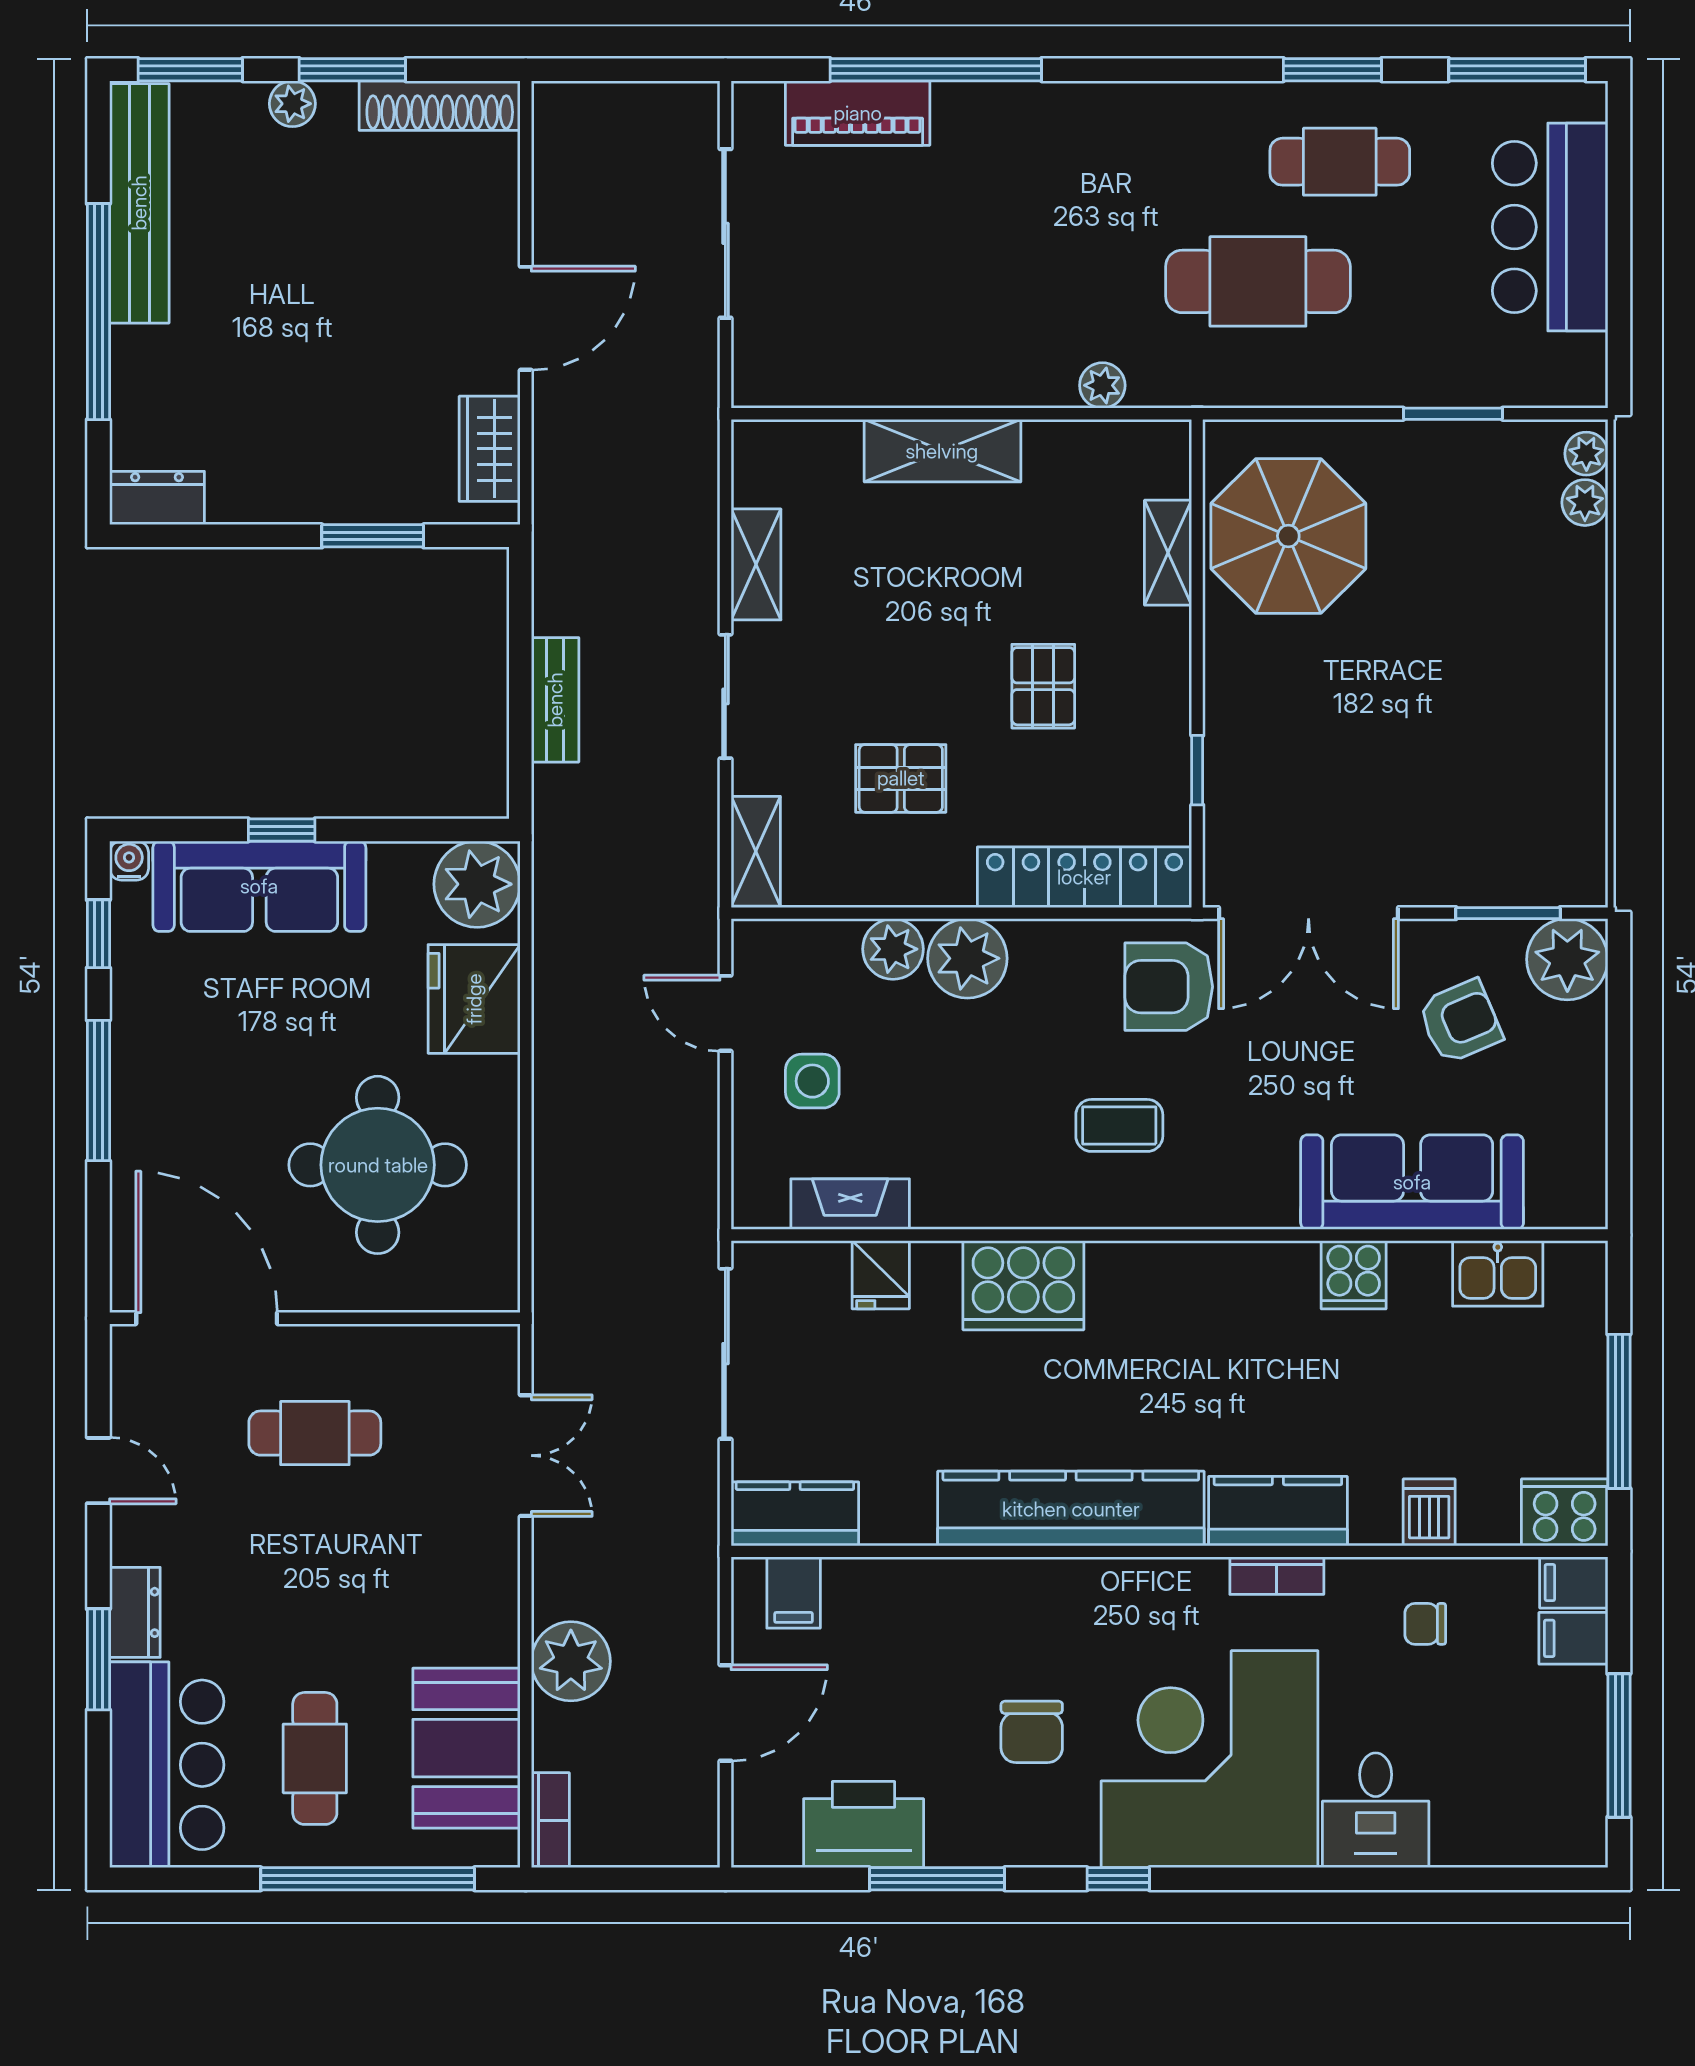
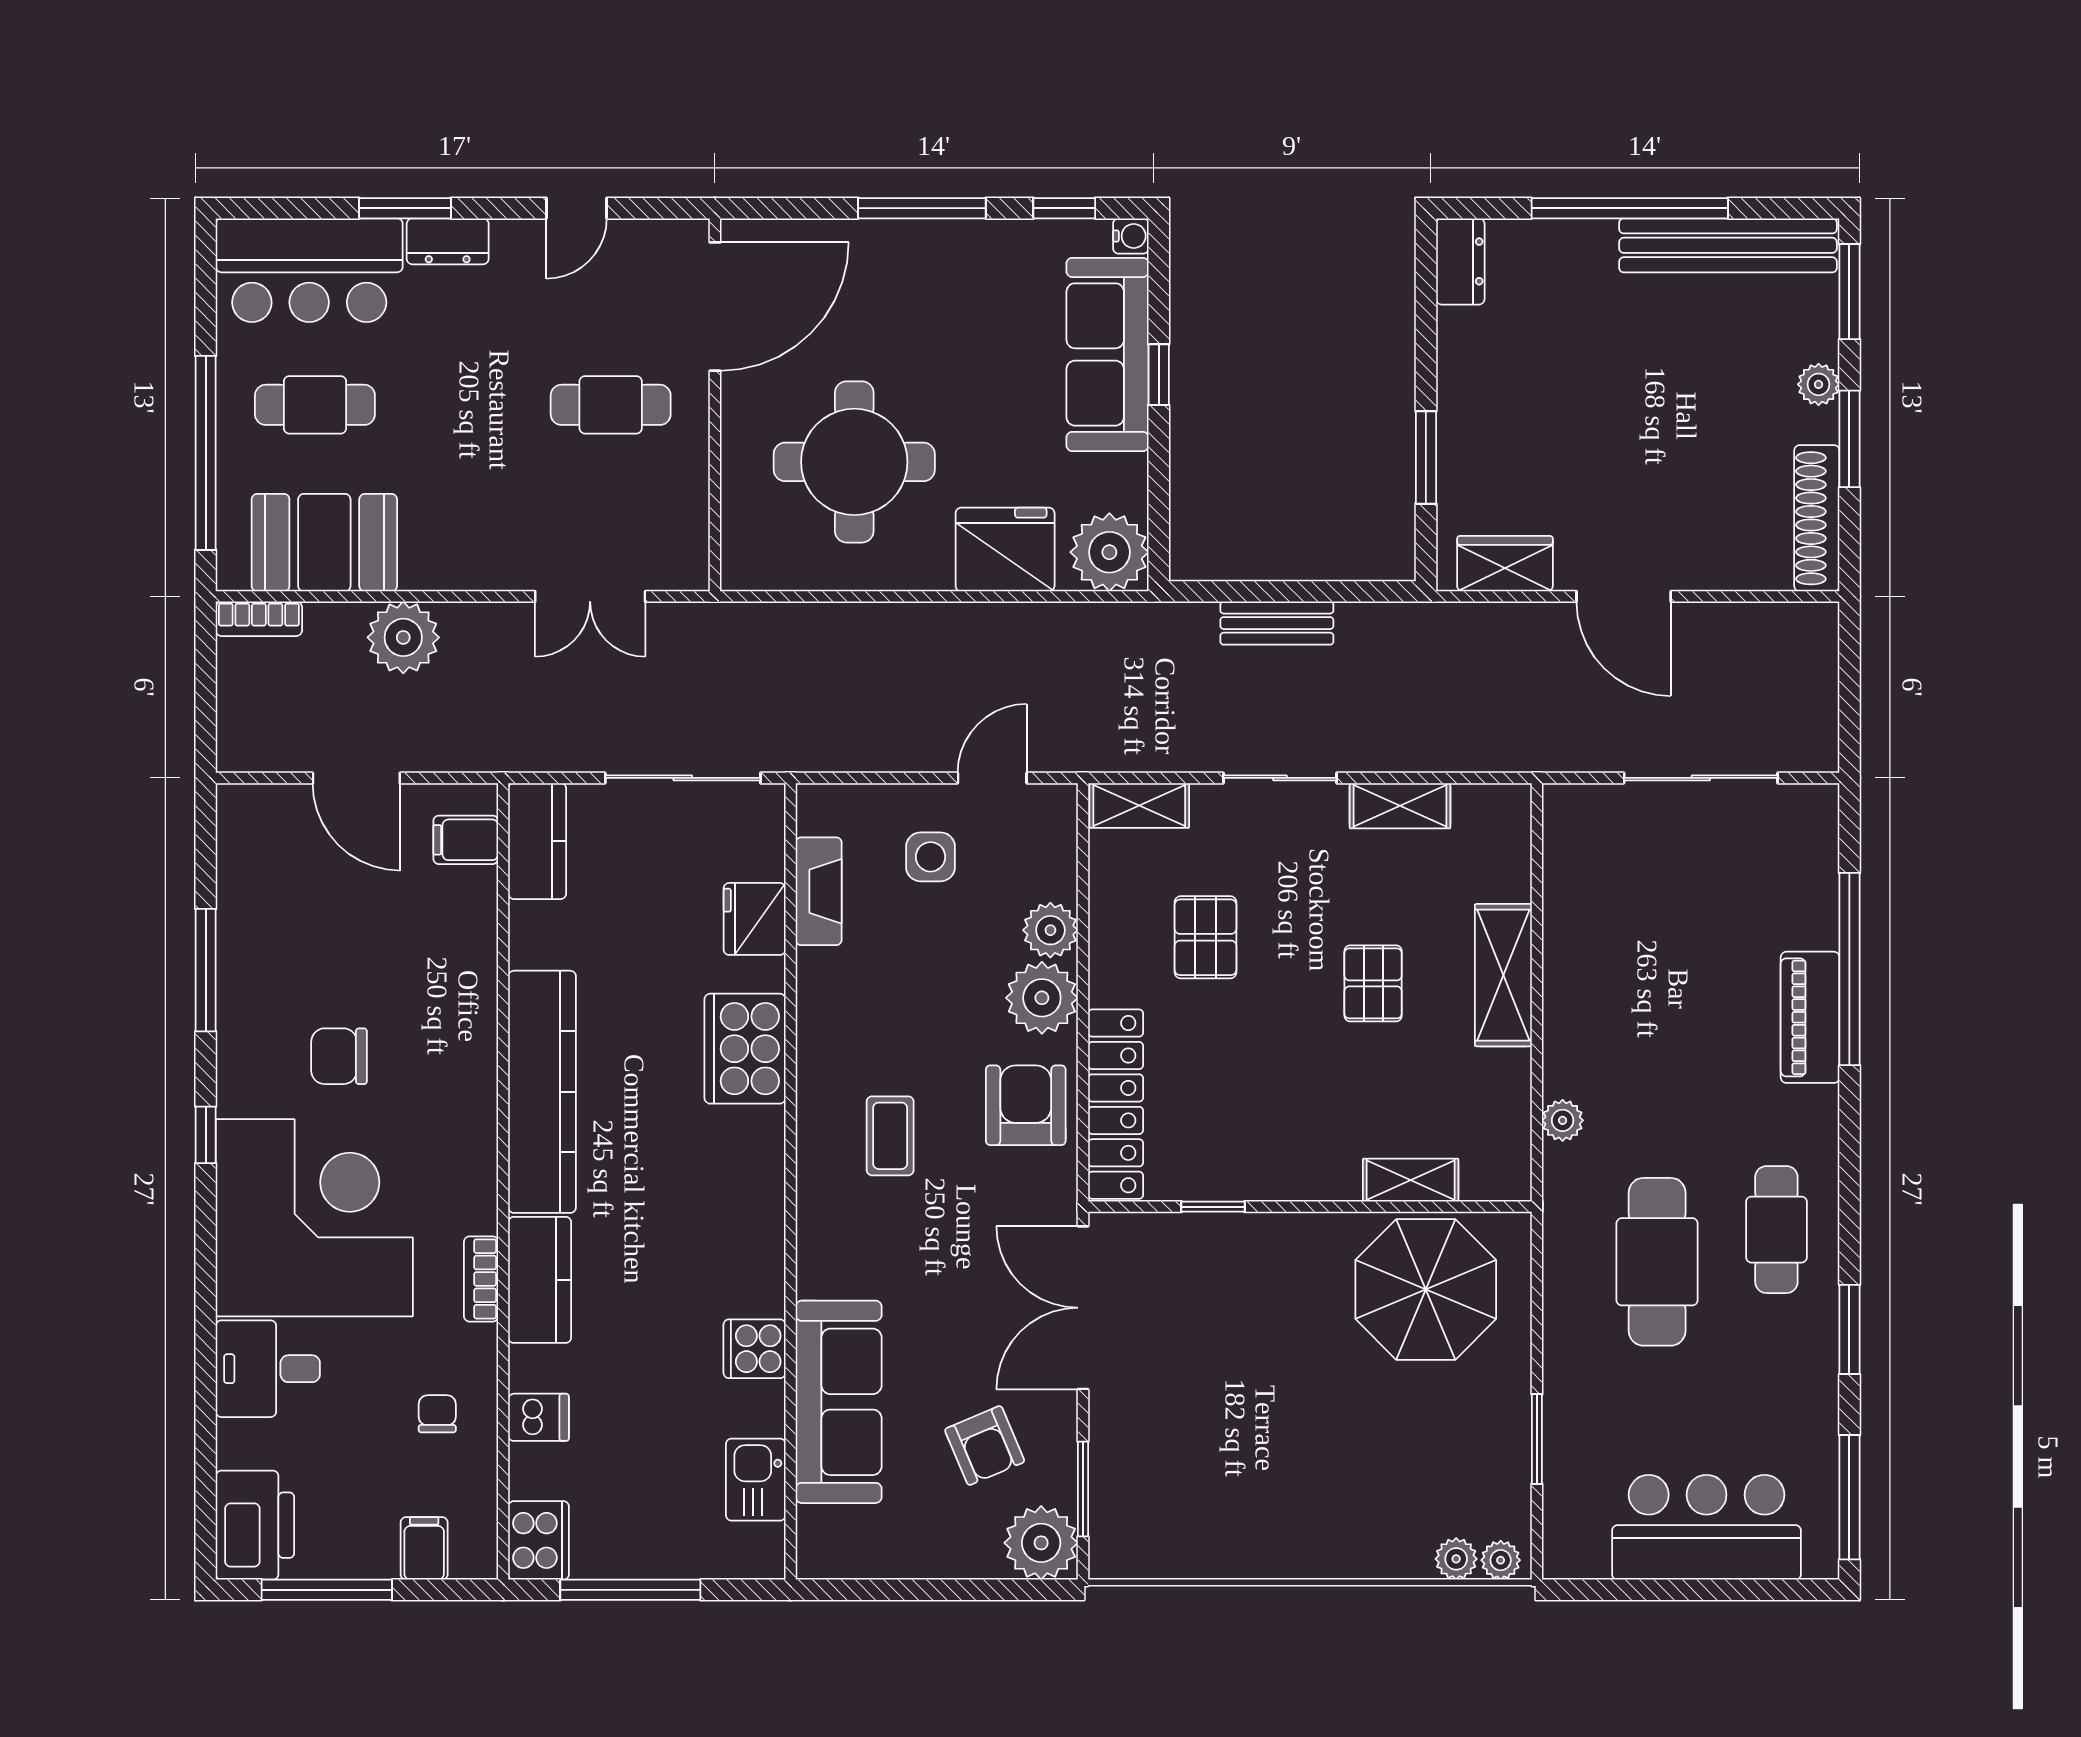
piano: (858, 113) -> (1810, 1017), moved
cafe table: (1340, 162) -> (1776, 1230), moved
pallet: (1043, 686) -> (1373, 983), moved, turned 90
armchair: (1169, 987) -> (1026, 1105), moved
fridge: (881, 1275) -> (755, 919), width x1.38
cafe table: (315, 1433) -> (611, 405), turned 90
filing cabinet: (1574, 1582) -> (475, 1549), removed
printer: (864, 1825) -> (255, 1525), moved

